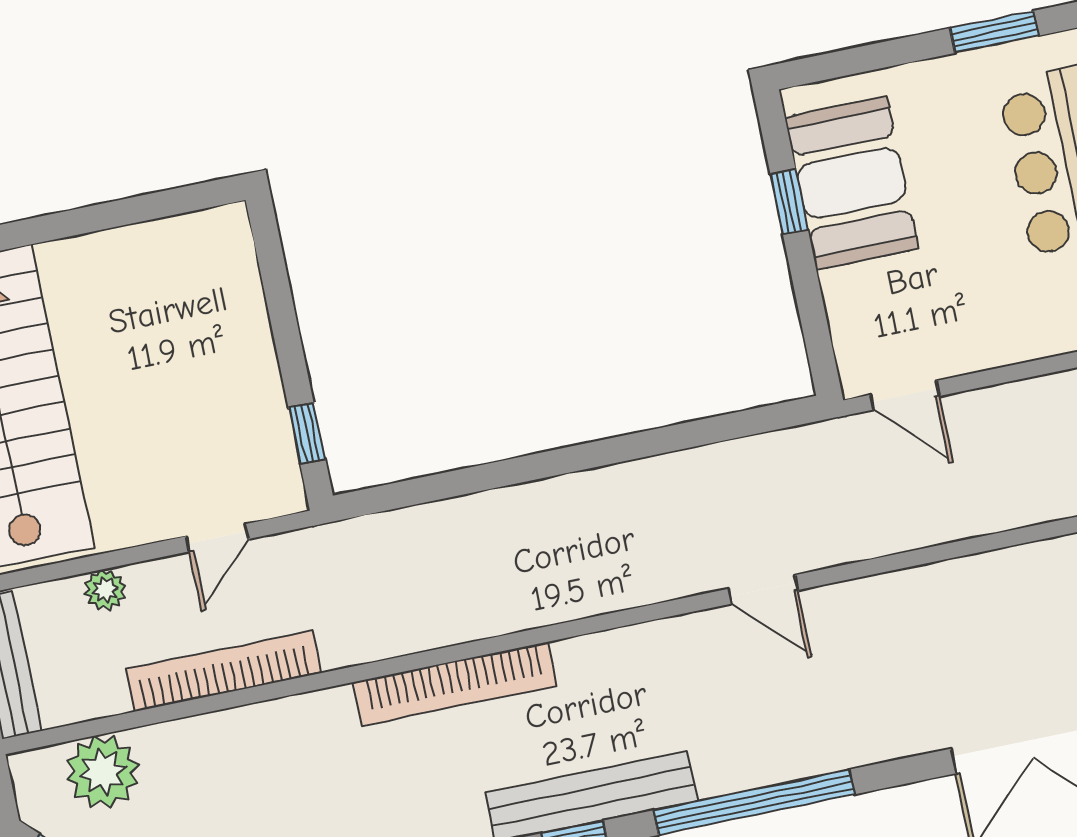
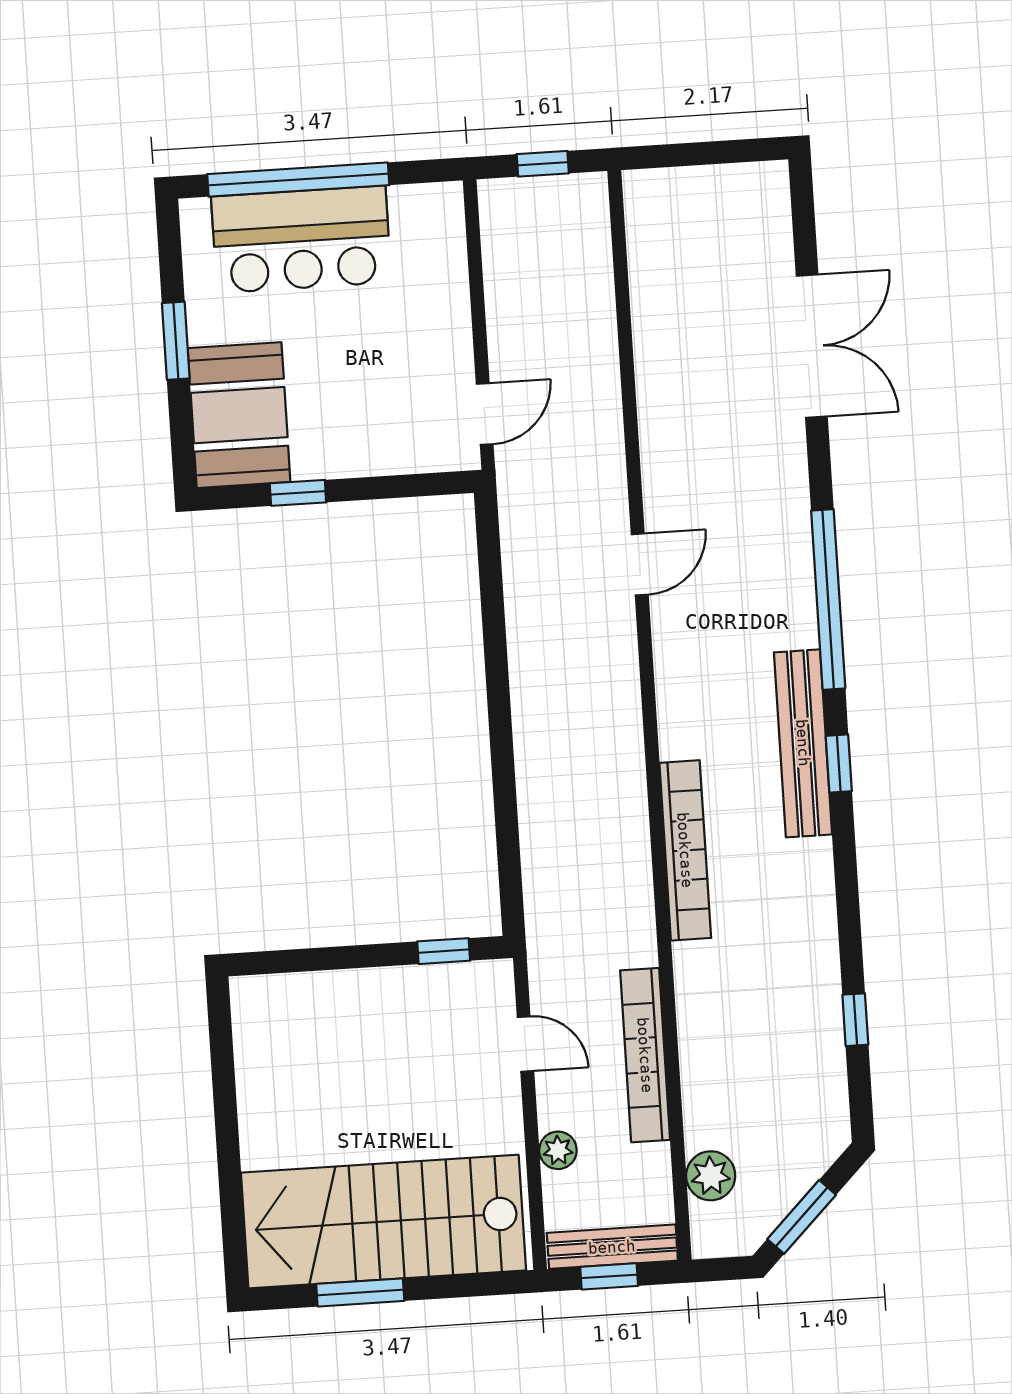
window: (994, 32) -> (176, 341), moved
booth: (852, 183) -> (239, 415), moved, turned 90
plant: (103, 772) -> (711, 1176), width x0.73, depth x0.73

